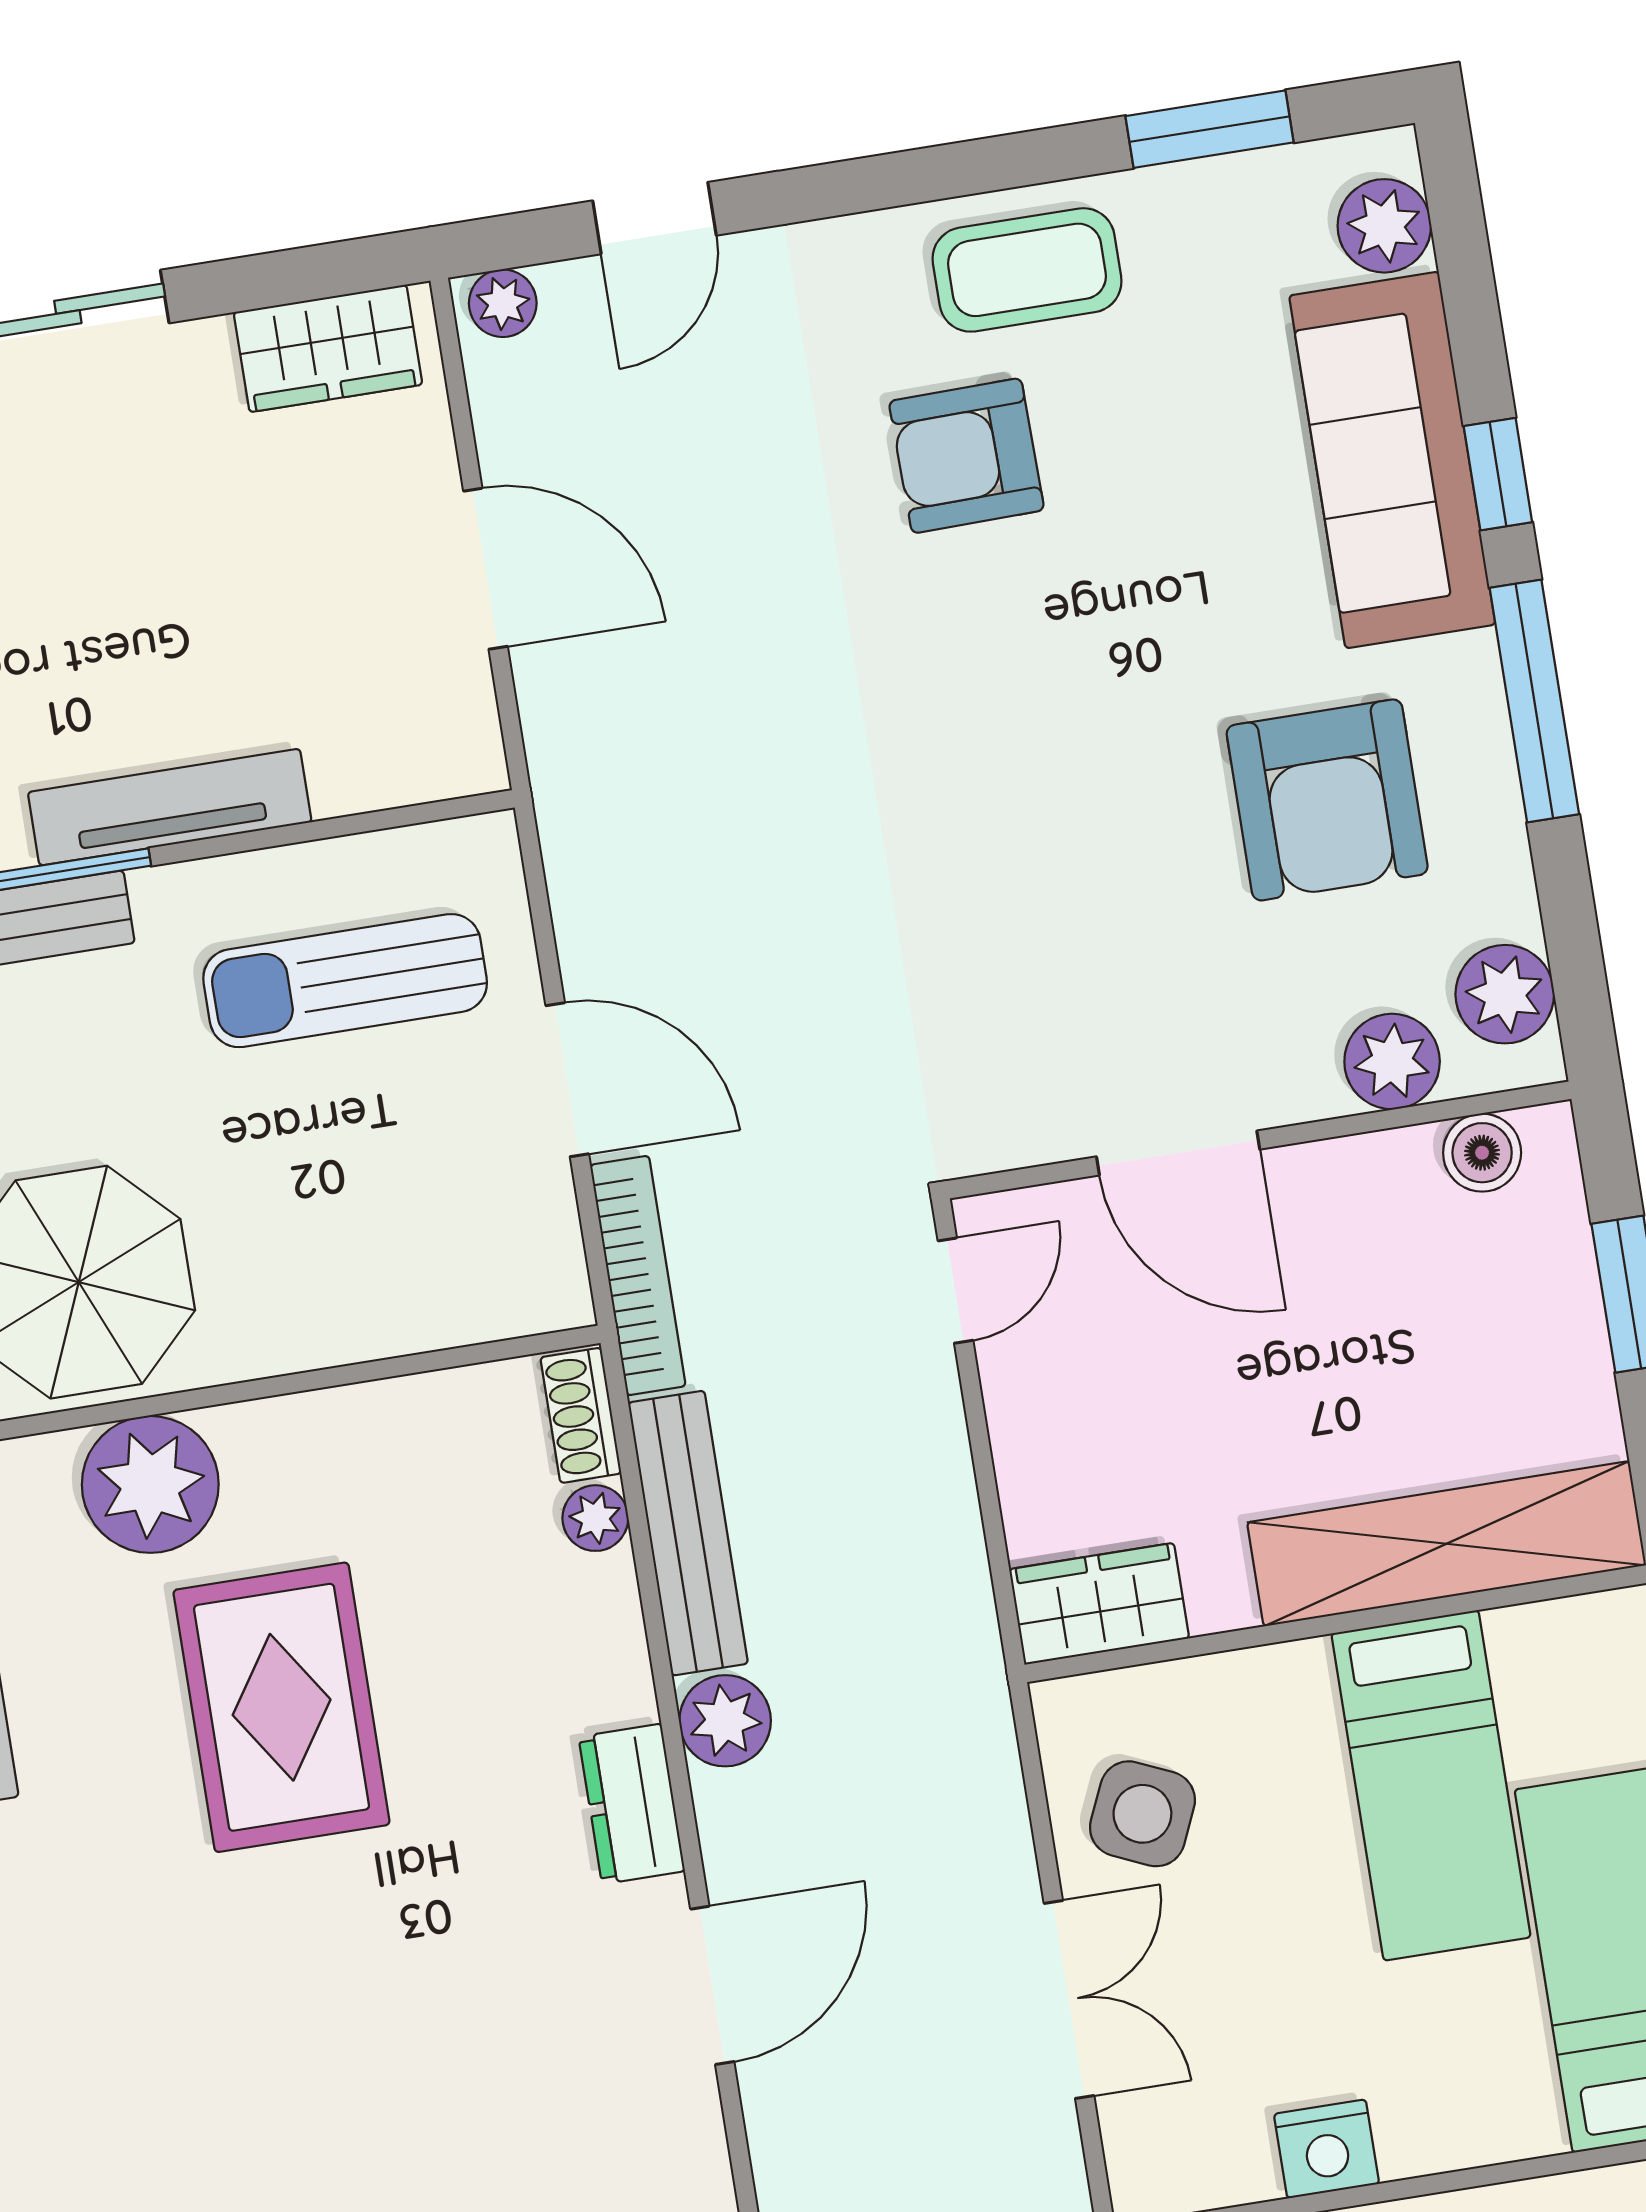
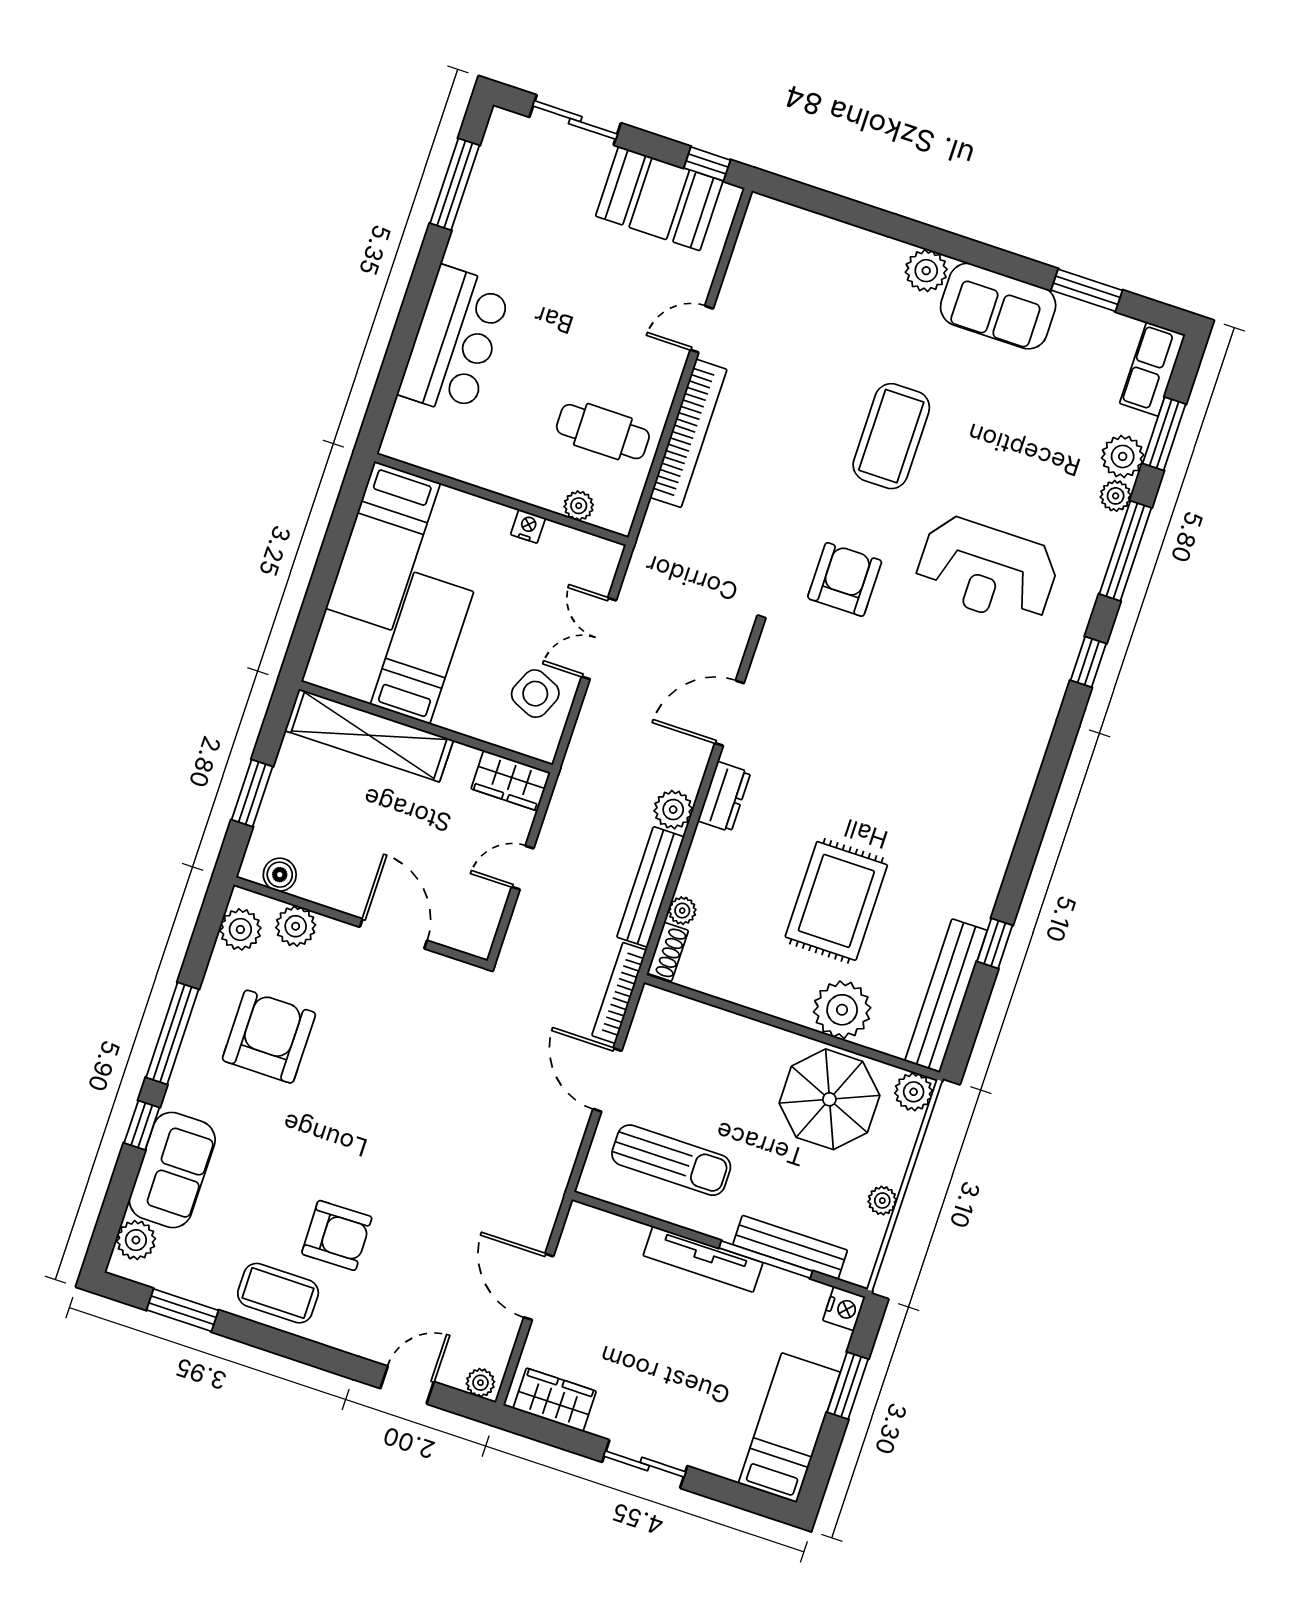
sofa: (1392, 460) -> (172, 1170), width x0.73
door: (955, 1291) -> (523, 868), moved
nightstand: (1326, 2149) -> (528, 526), width x0.72, depth x0.74

